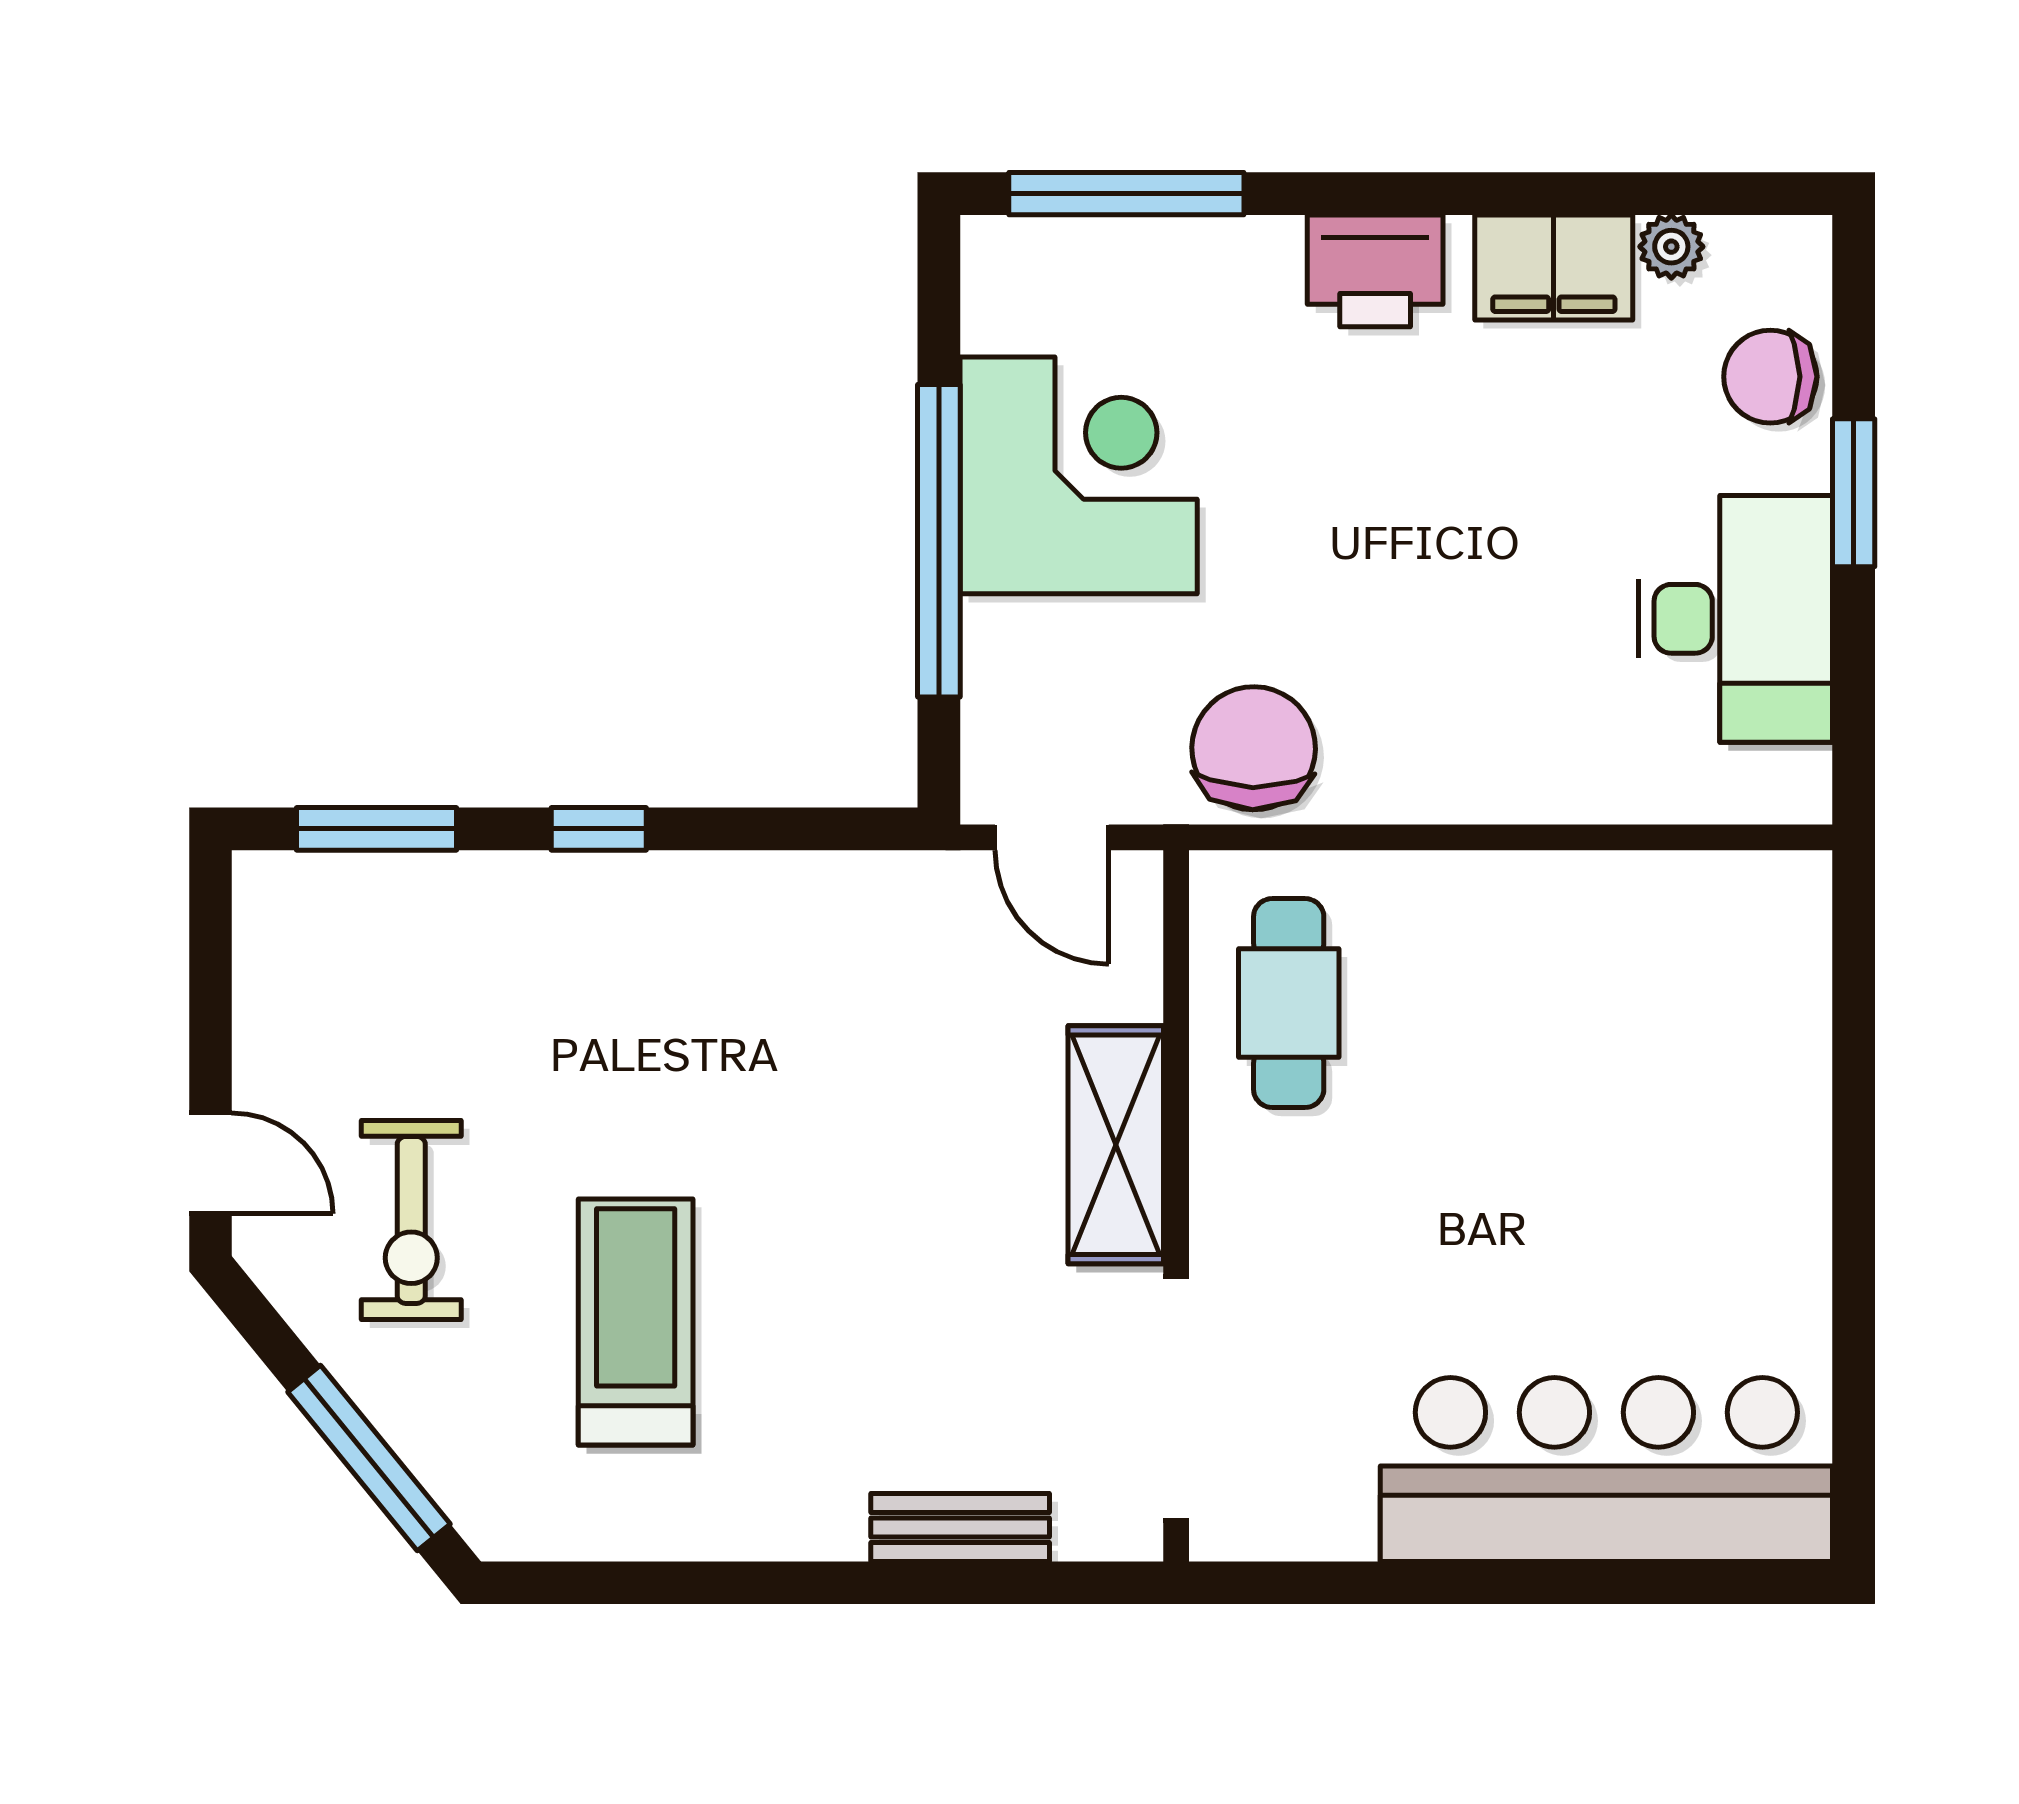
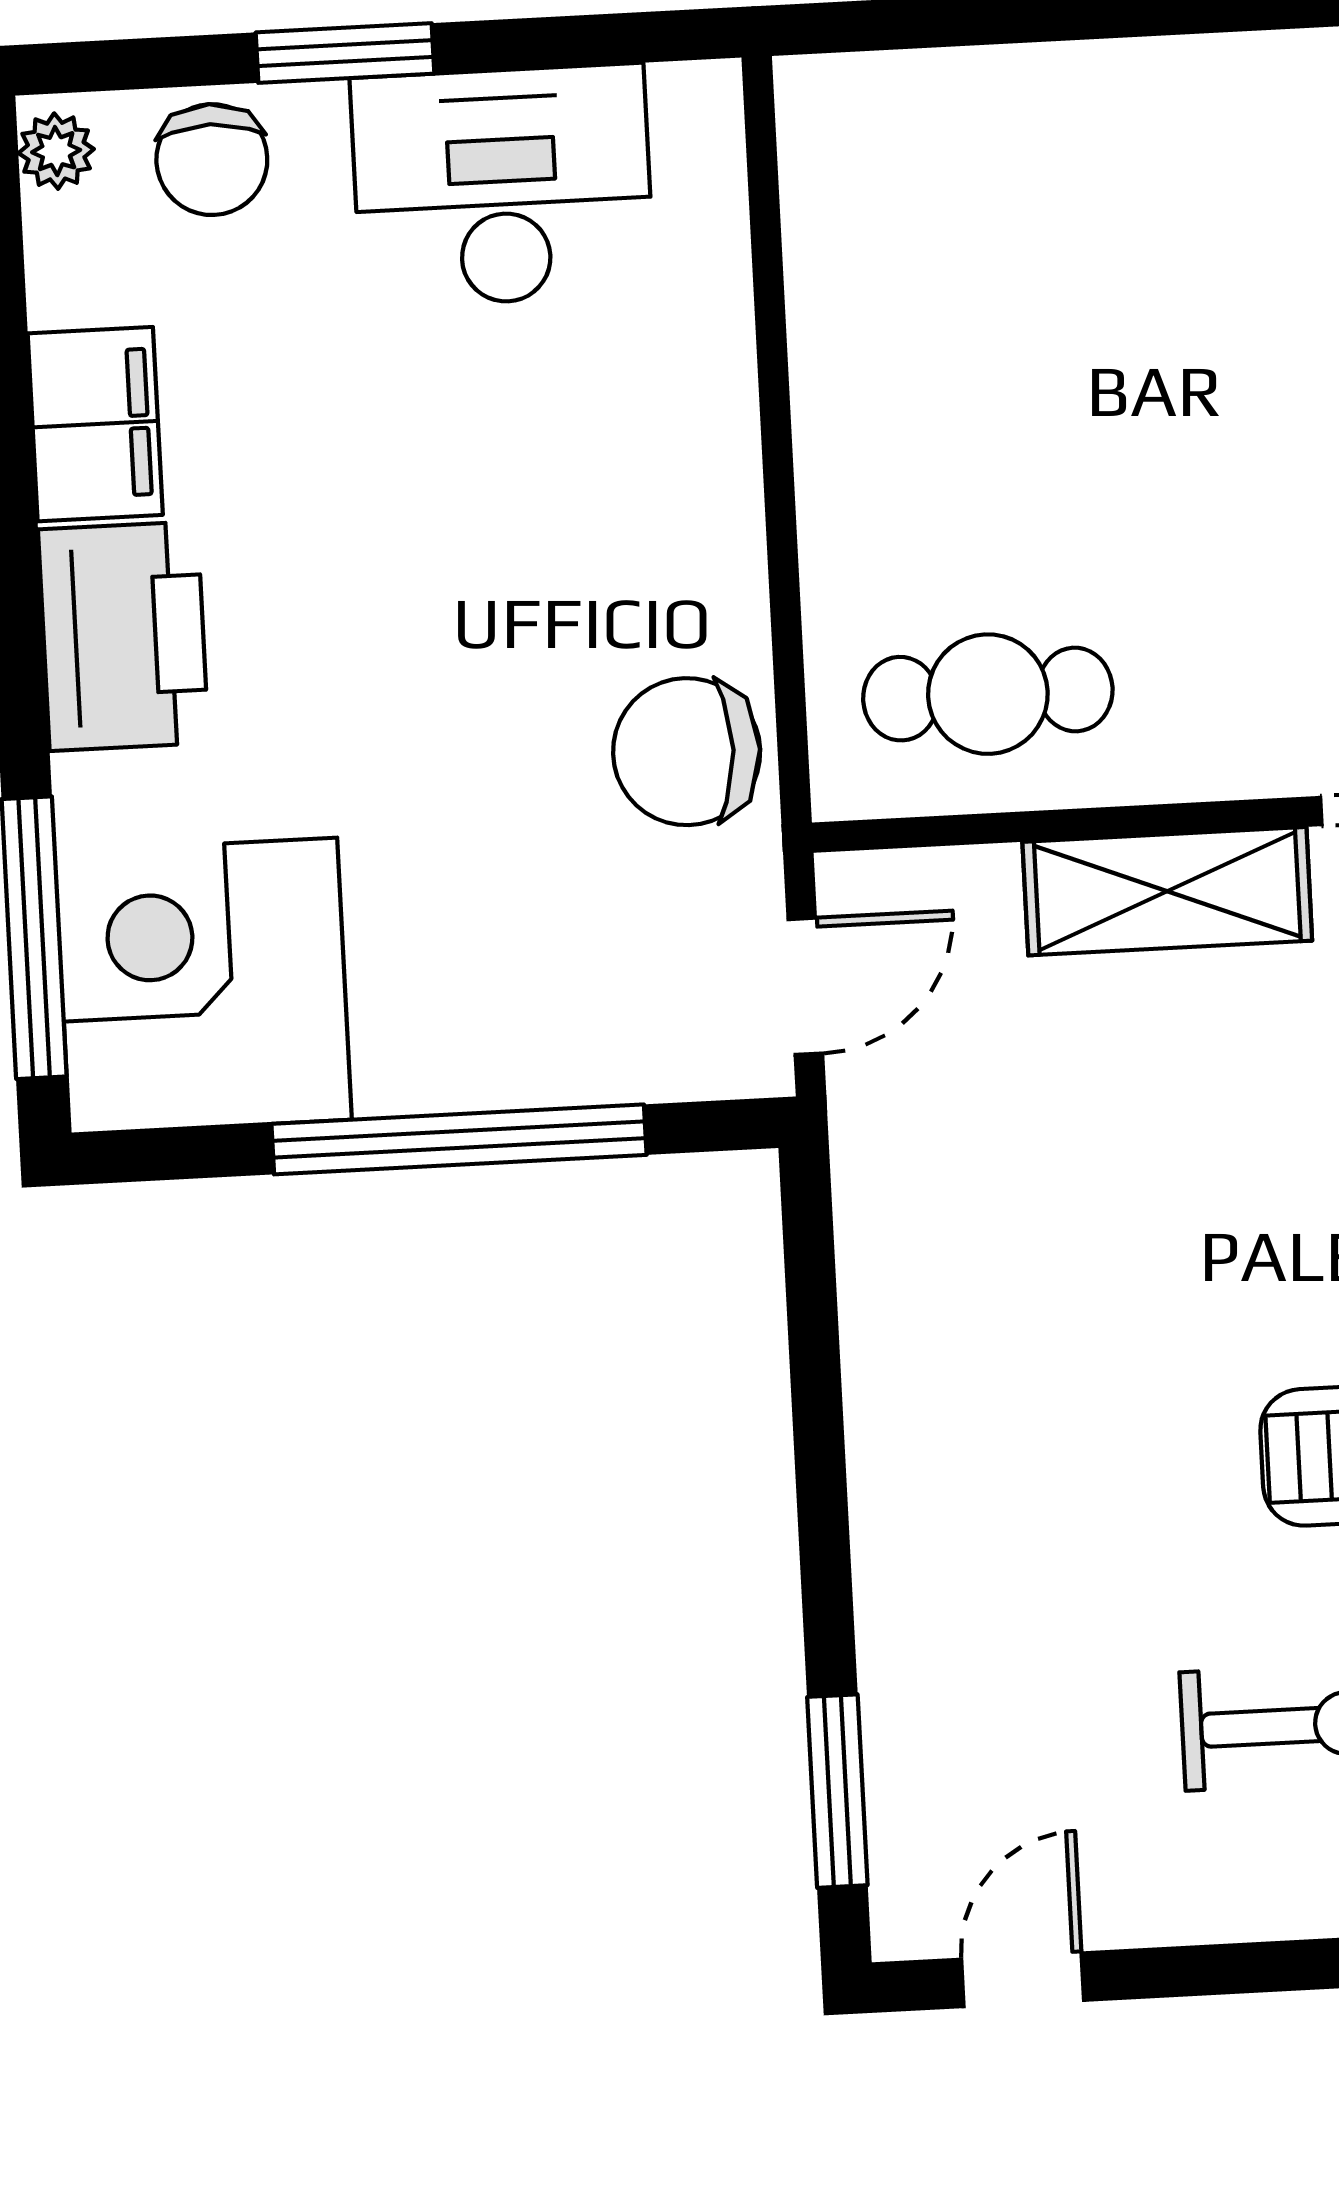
plant: (1671, 247) -> (56, 151), moved
printer: (1375, 271) -> (123, 636), width x1.37, depth x1.19
corner desk: (1079, 475) -> (203, 986), moved
window: (599, 829) -> (824, 1526), removed
door: (210, 1163) -> (1023, 1980), moved

